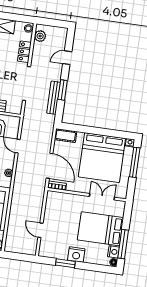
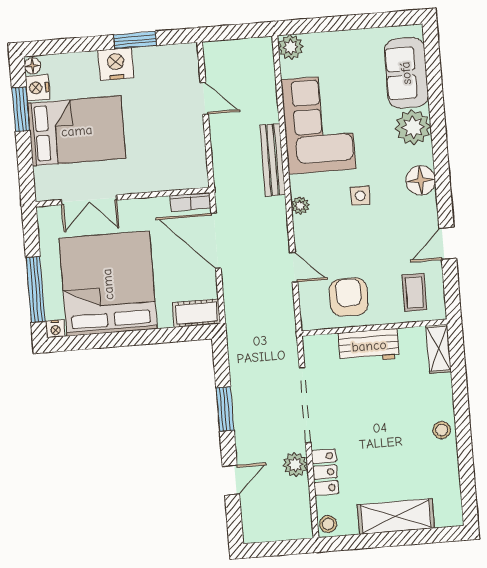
plant: (40, 36) -> (295, 465), moved
bench: (54, 98) -> (272, 160), moved
window: (123, 244) -> (21, 109), width x0.69

